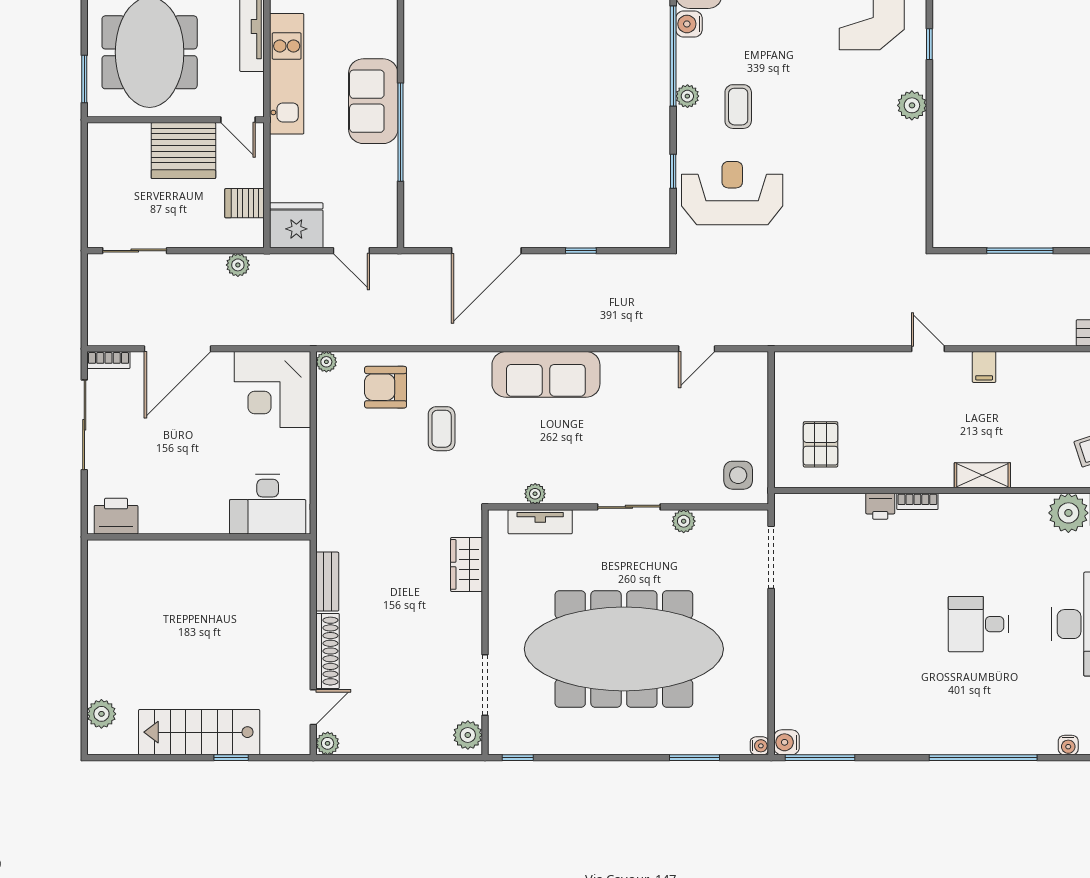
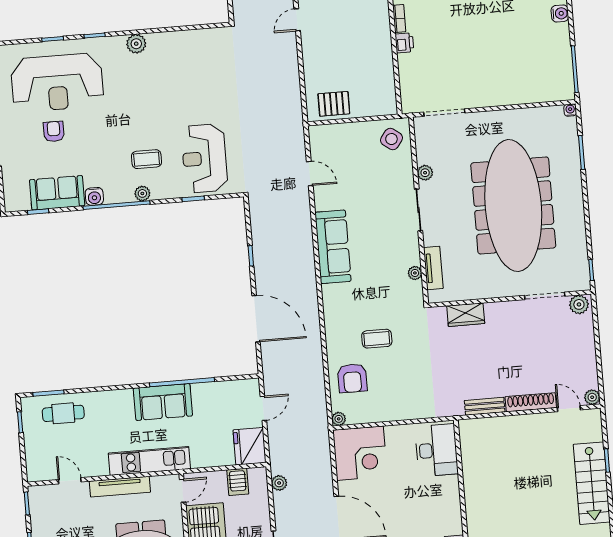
sofa: (546, 374) -> (333, 247), moved
pallet: (821, 444) -> (334, 104), moved
side table: (738, 475) -> (391, 139), turned 36
water cooler: (787, 742) -> (560, 13), moved, turned -90

